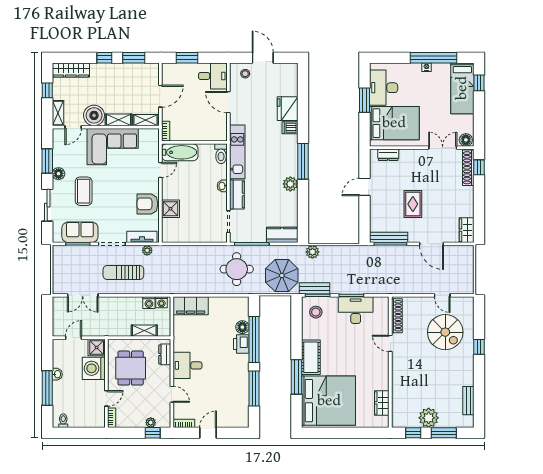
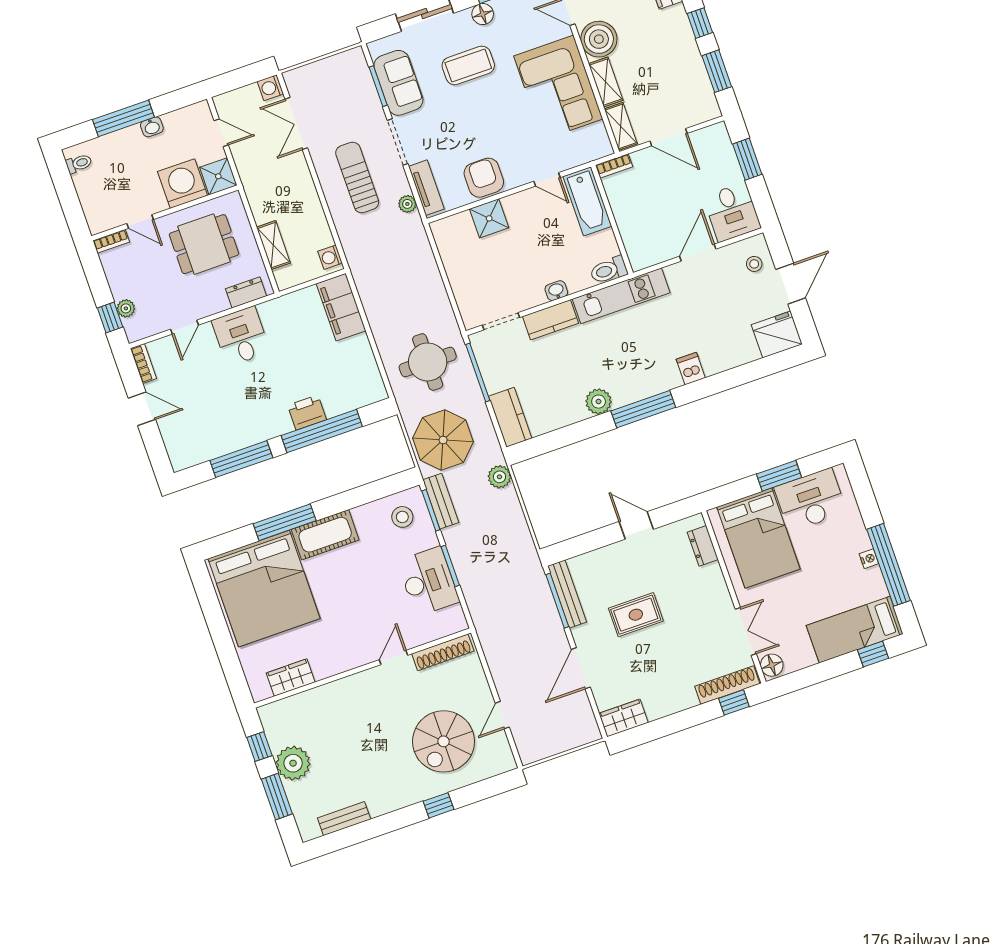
fridge: (288, 109) -> (777, 334), moved
washing machine: (149, 303) -> (270, 88), moved
floor lamp: (242, 327) -> (335, 405), removed

